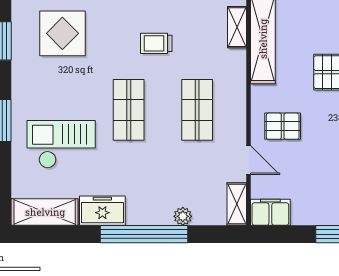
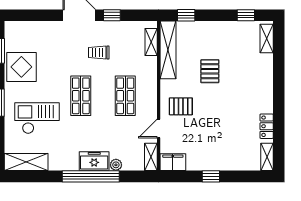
display table: (62, 33) -> (21, 67), moved
door: (248, 160) -> (159, 128), swing flipped
freezer: (102, 211) -> (94, 161), moved

